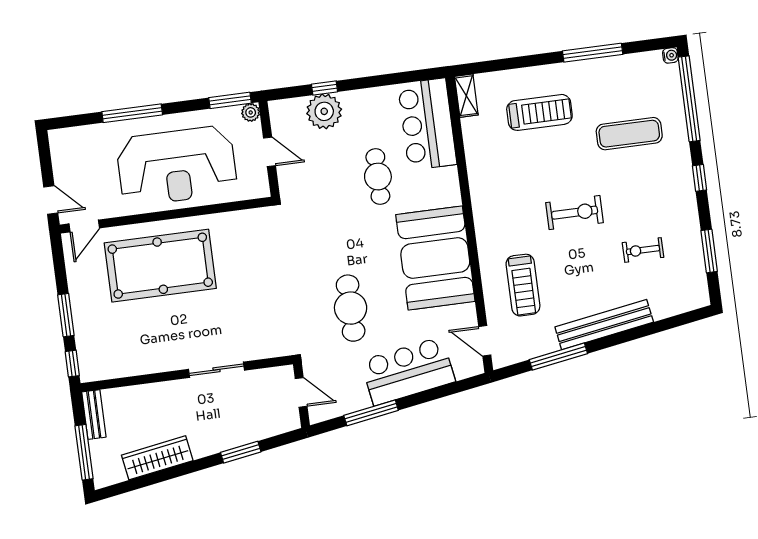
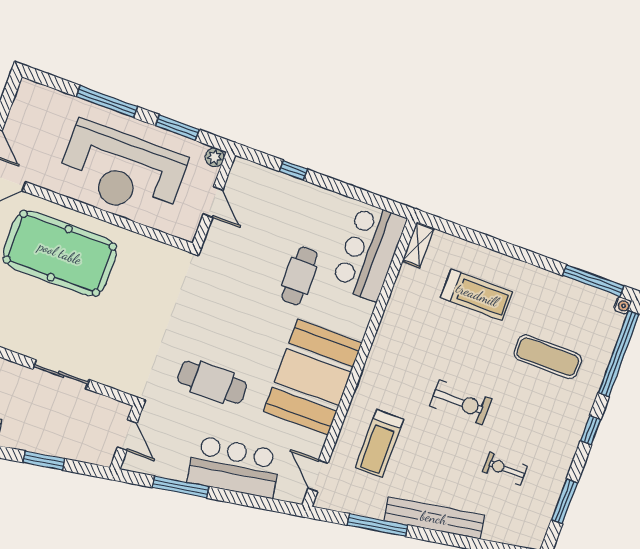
window: (593, 53) -> (594, 281), moved
window: (230, 100) -> (177, 128), moved
plant: (324, 111) -> (282, 191), removed
cafe table: (351, 308) -> (212, 382), turned 90

